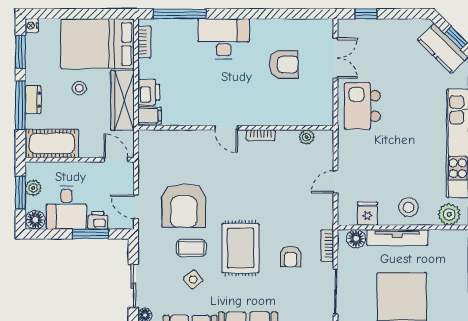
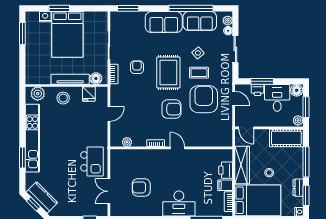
dresser: (33, 100) -> (298, 188), moved
filing cabinet: (150, 116) -> (225, 185), moved
plant: (33, 188) -> (298, 120), moved
armchair: (235, 190) -> (171, 109), added

